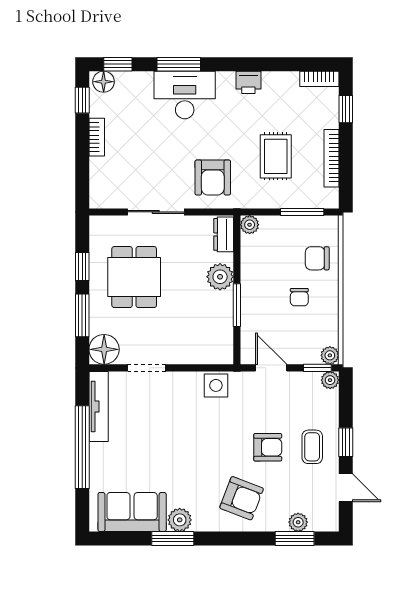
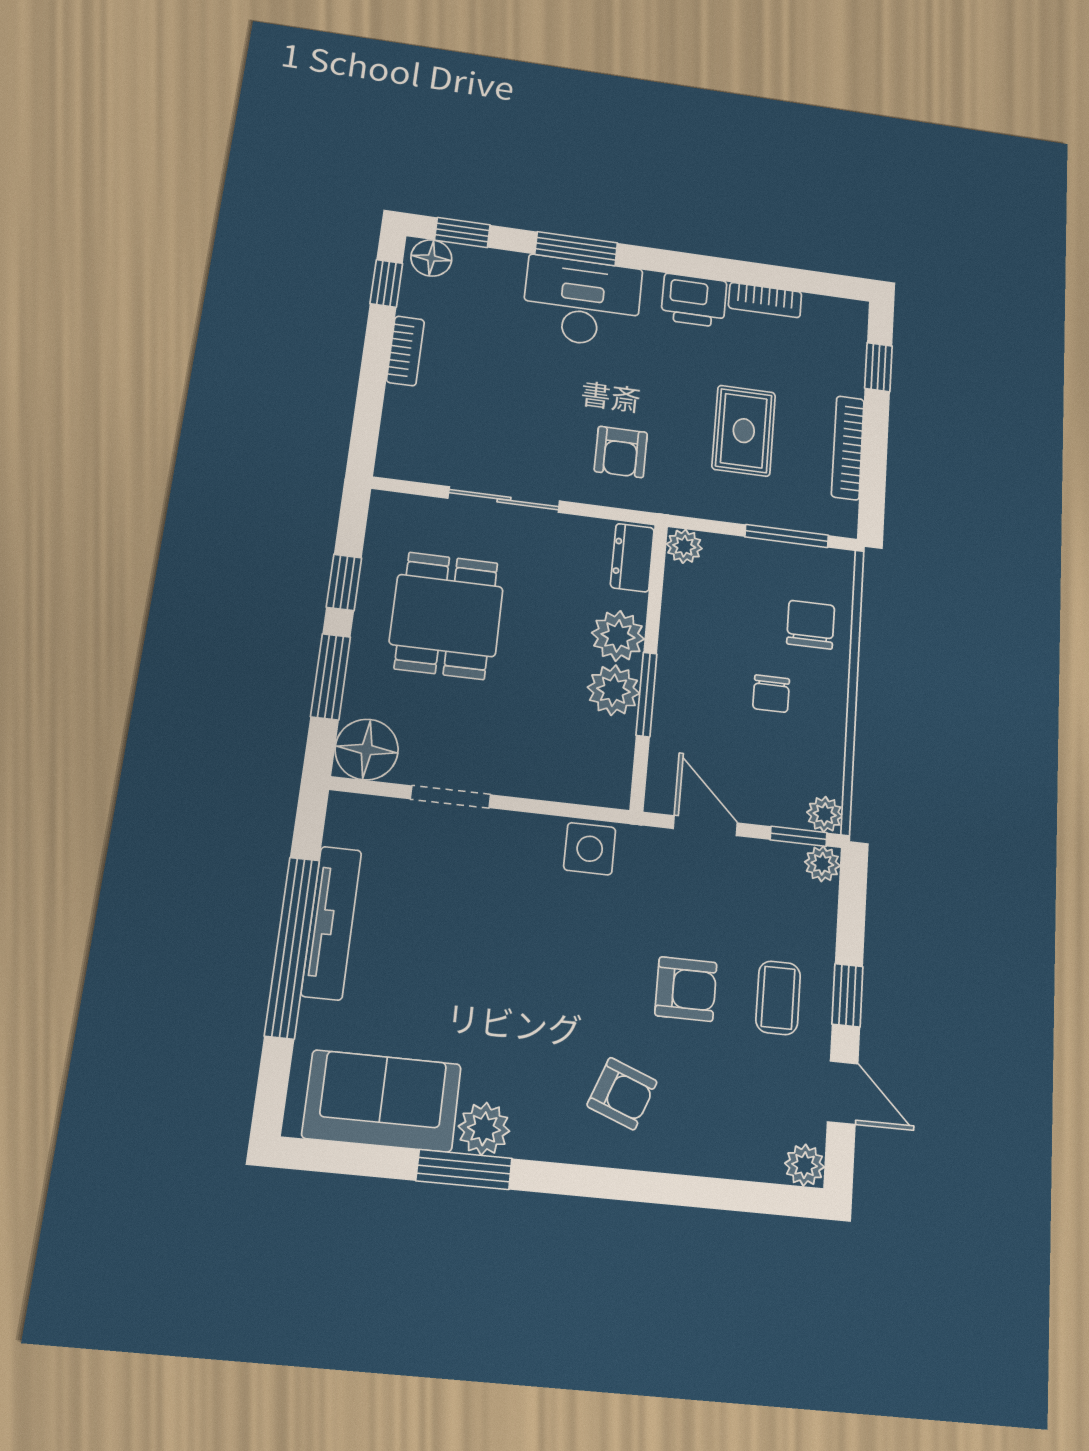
bookcase: (319, 79) -> (765, 300), moved
printer: (248, 82) -> (694, 300), width x1.36, depth x1.24
armchair: (213, 178) -> (621, 452), width x0.72, depth x0.72
chair: (317, 258) -> (811, 625), turned 90
plant: (220, 305) -> (613, 690), added
tv unit: (99, 406) -> (331, 923), moved
armchair: (242, 498) -> (622, 1094), width x0.72, depth x0.72
plant: (298, 522) -> (805, 1165), moved
window: (295, 539) -> (728, 1195), removed

